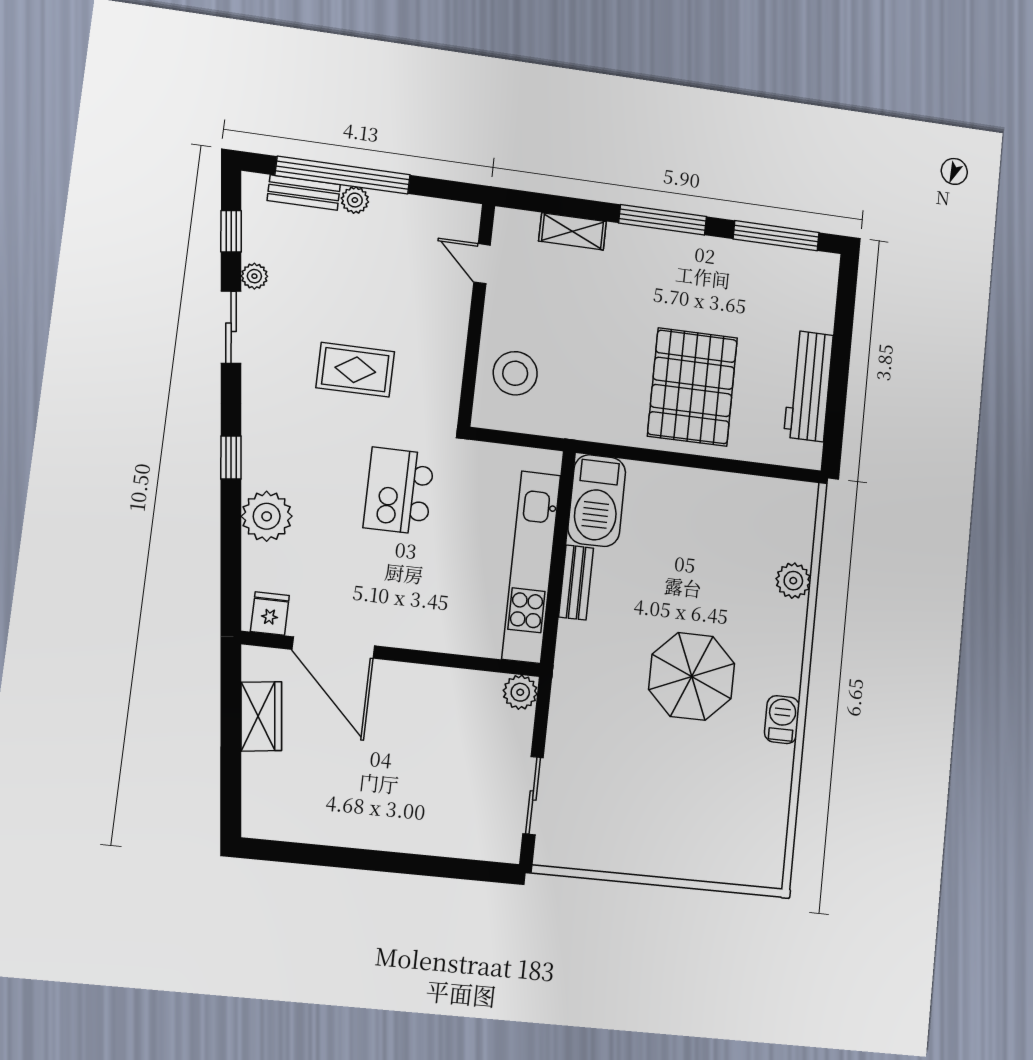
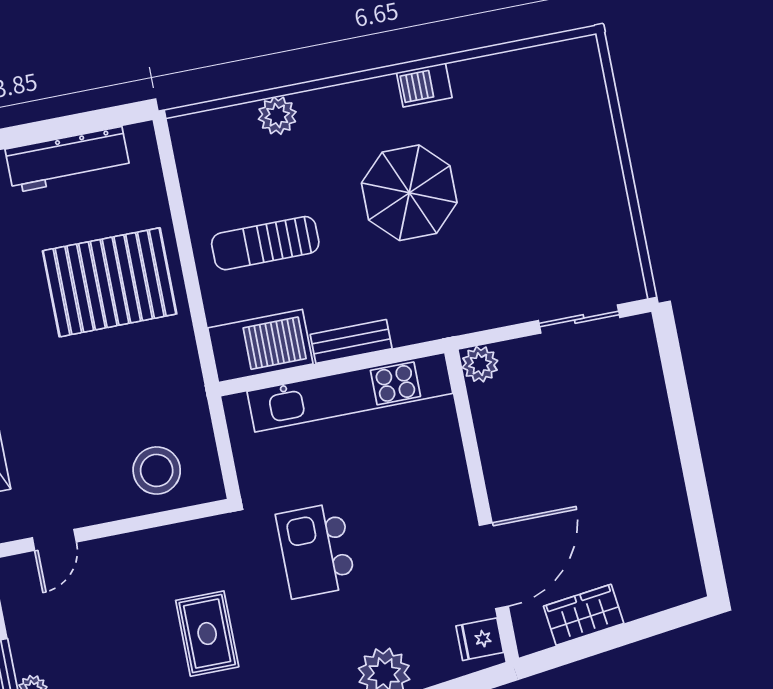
kitchen island: (399, 491) -> (316, 550), turned 90
sun lounger: (686, 534) -> (265, 243), added

